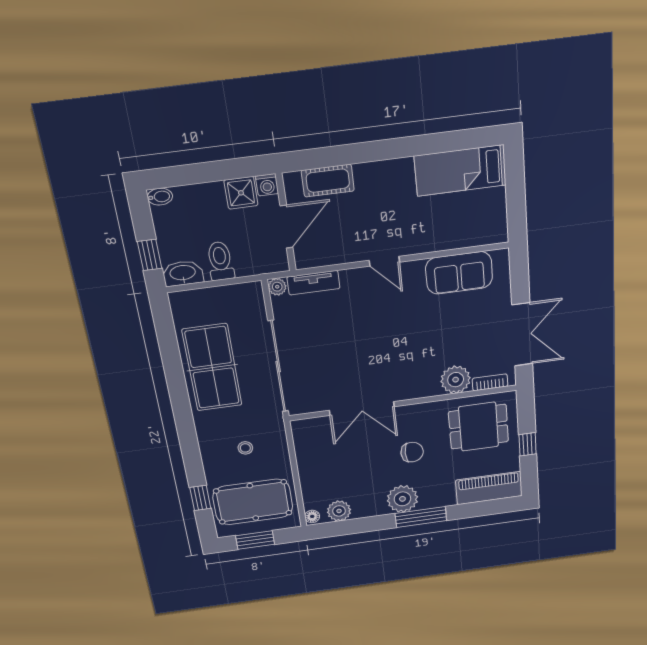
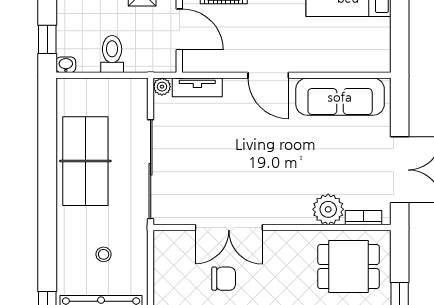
door: (286, 227) -> (179, 29), hinge flipped
door: (384, 261) -> (268, 75), width x1.38
washbasin: (183, 273) -> (66, 65), width x0.52, depth x0.69
sofa: (459, 273) -> (340, 97), width x1.36
chair: (412, 452) -> (224, 279), moved

